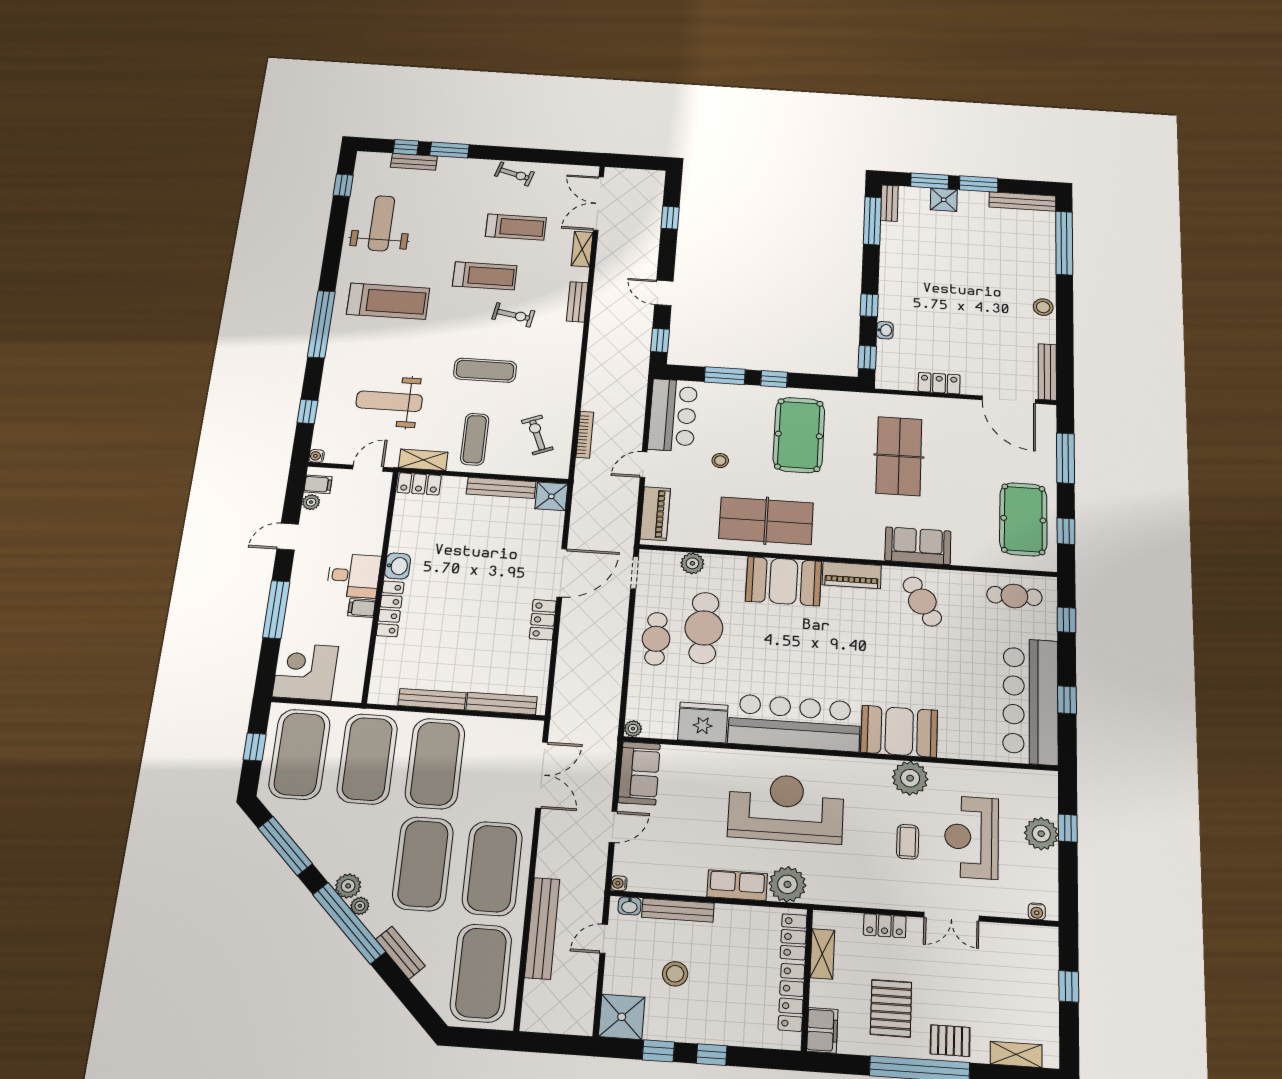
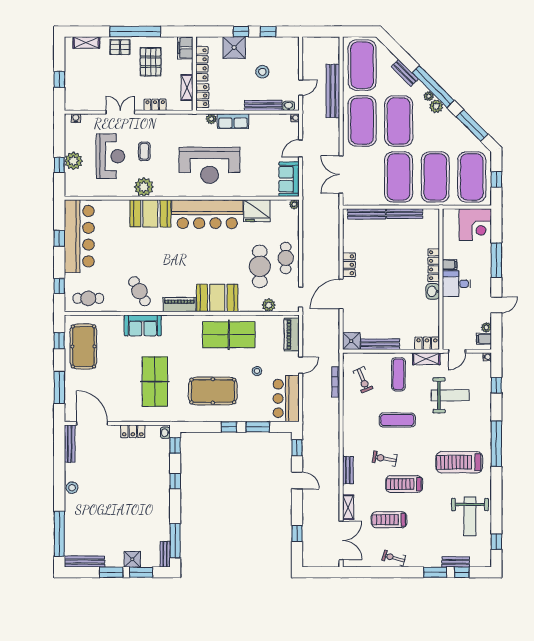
washbasin: (885, 330) -> (165, 433), moved
pool table: (799, 435) -> (213, 391), turned 90
plant: (787, 884) -> (211, 119), width x0.53, depth x0.53
shower: (622, 1017) -> (234, 48), moved

